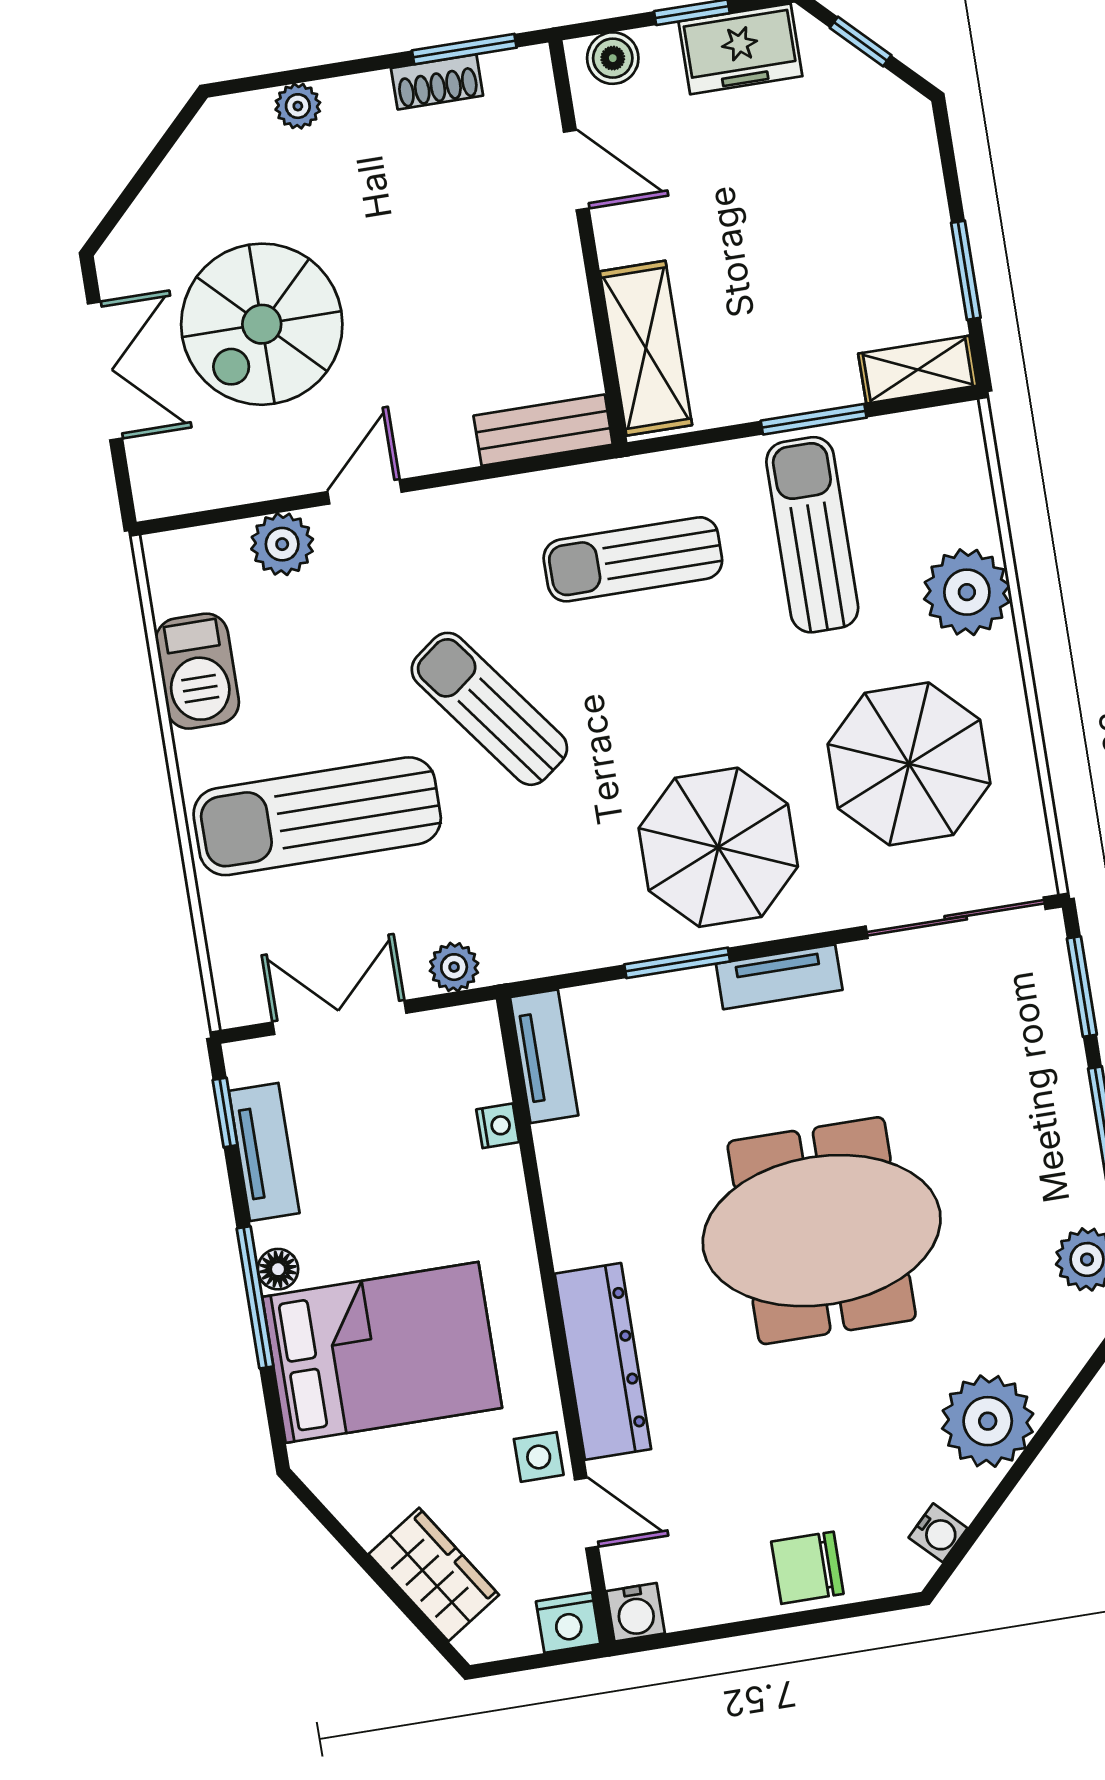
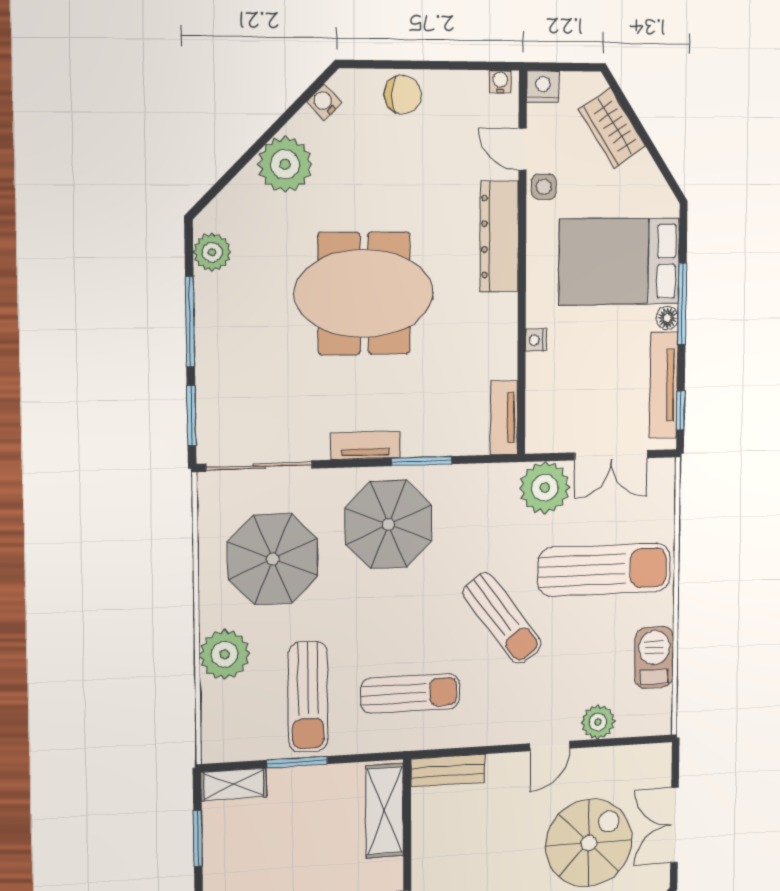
plant: (454, 967) -> (545, 488), width x1.88, depth x1.88
nightstand: (498, 1126) -> (536, 340), moved
tv unit: (264, 1152) -> (664, 385), width x1.41
water cooler: (636, 1612) -> (500, 81), width x0.72, depth x0.72

